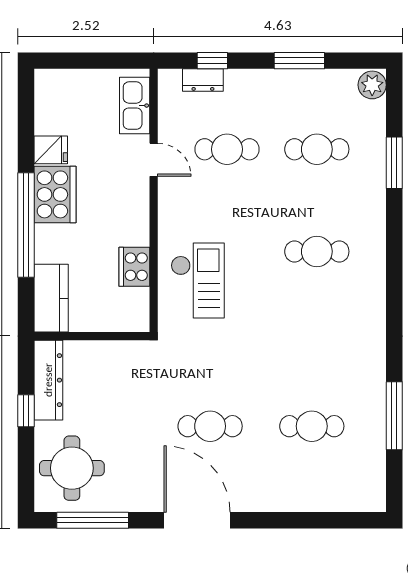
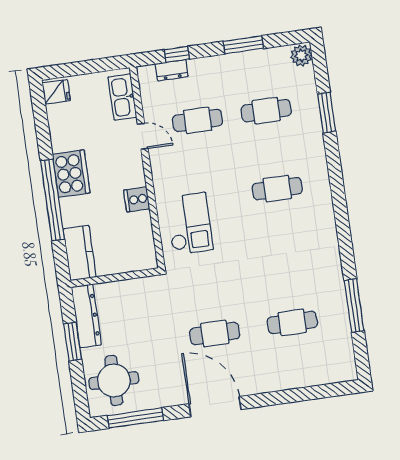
fridge: (51, 150) -> (56, 92), moved
cooker: (134, 267) -> (137, 199), moved, width x0.73
window: (26, 411) -> (73, 342), width x1.50

